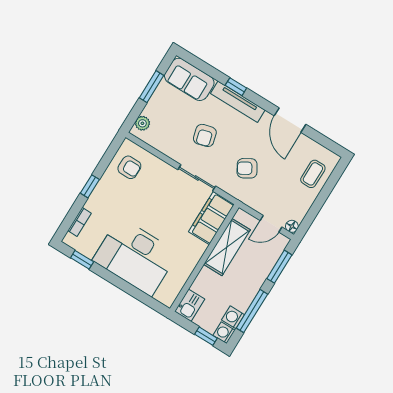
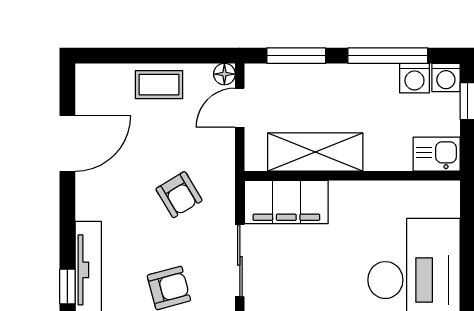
door: (290, 120) -> (67, 144), moved
coffee table: (313, 174) -> (159, 85), moved
door: (271, 224) -> (240, 108), swing flipped

